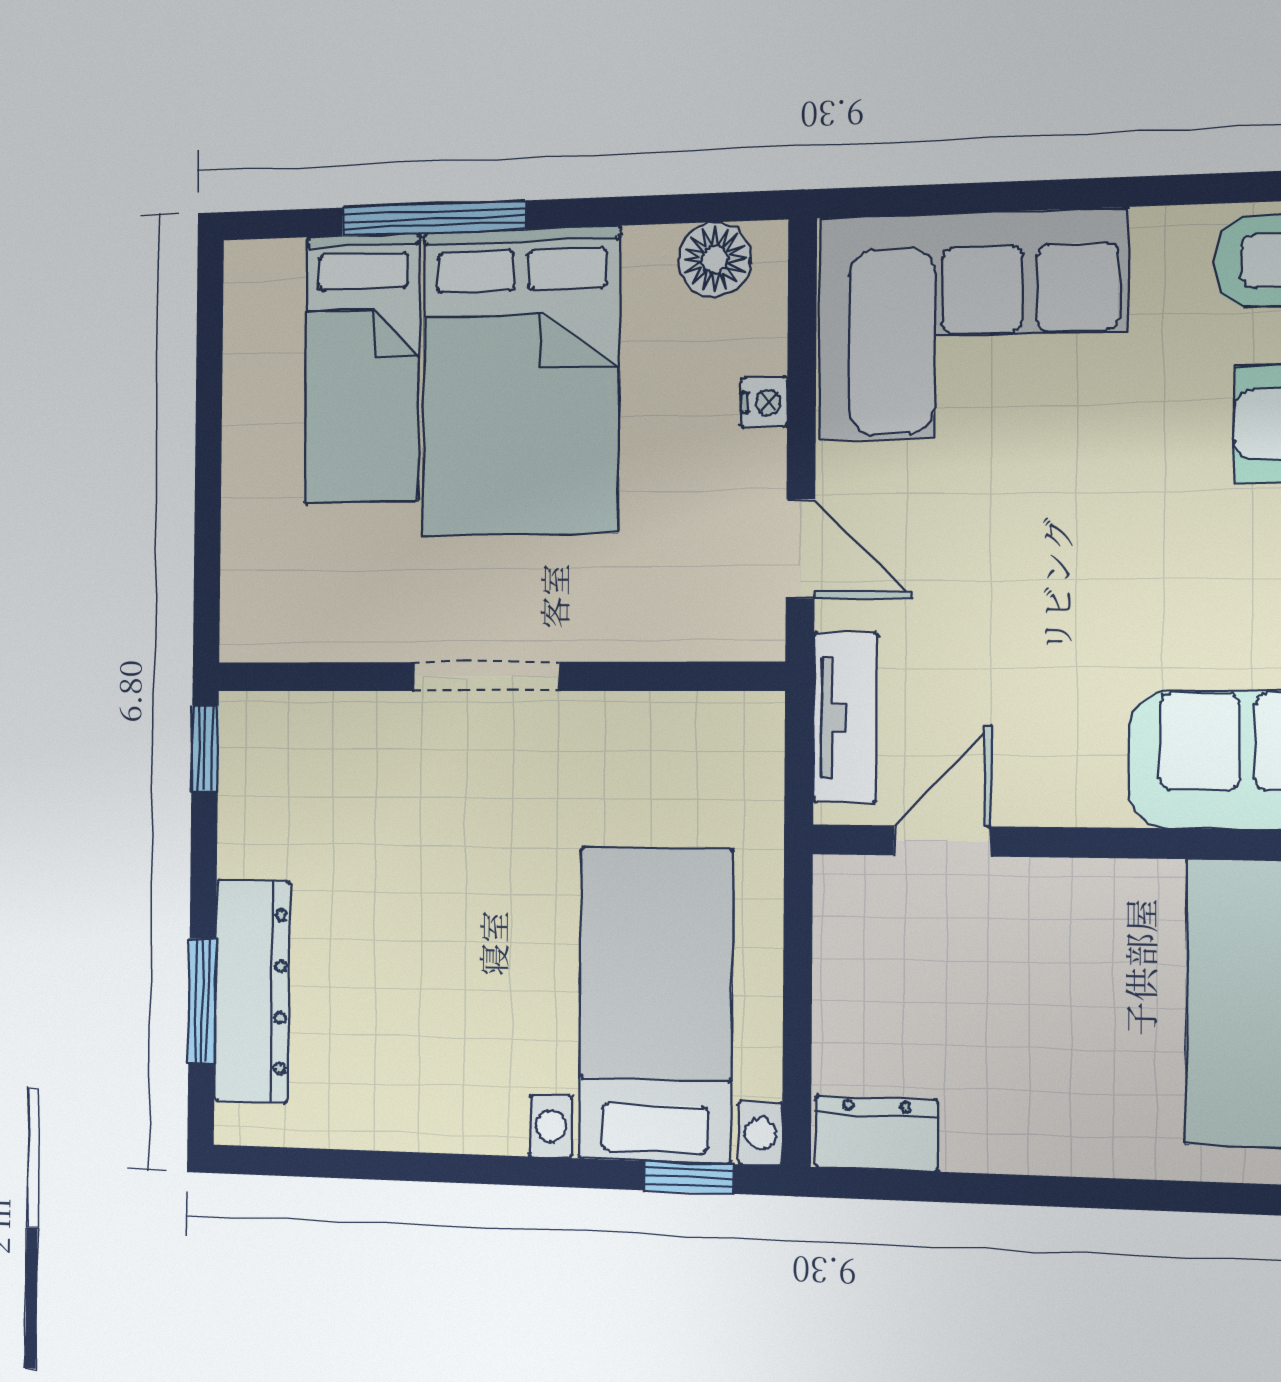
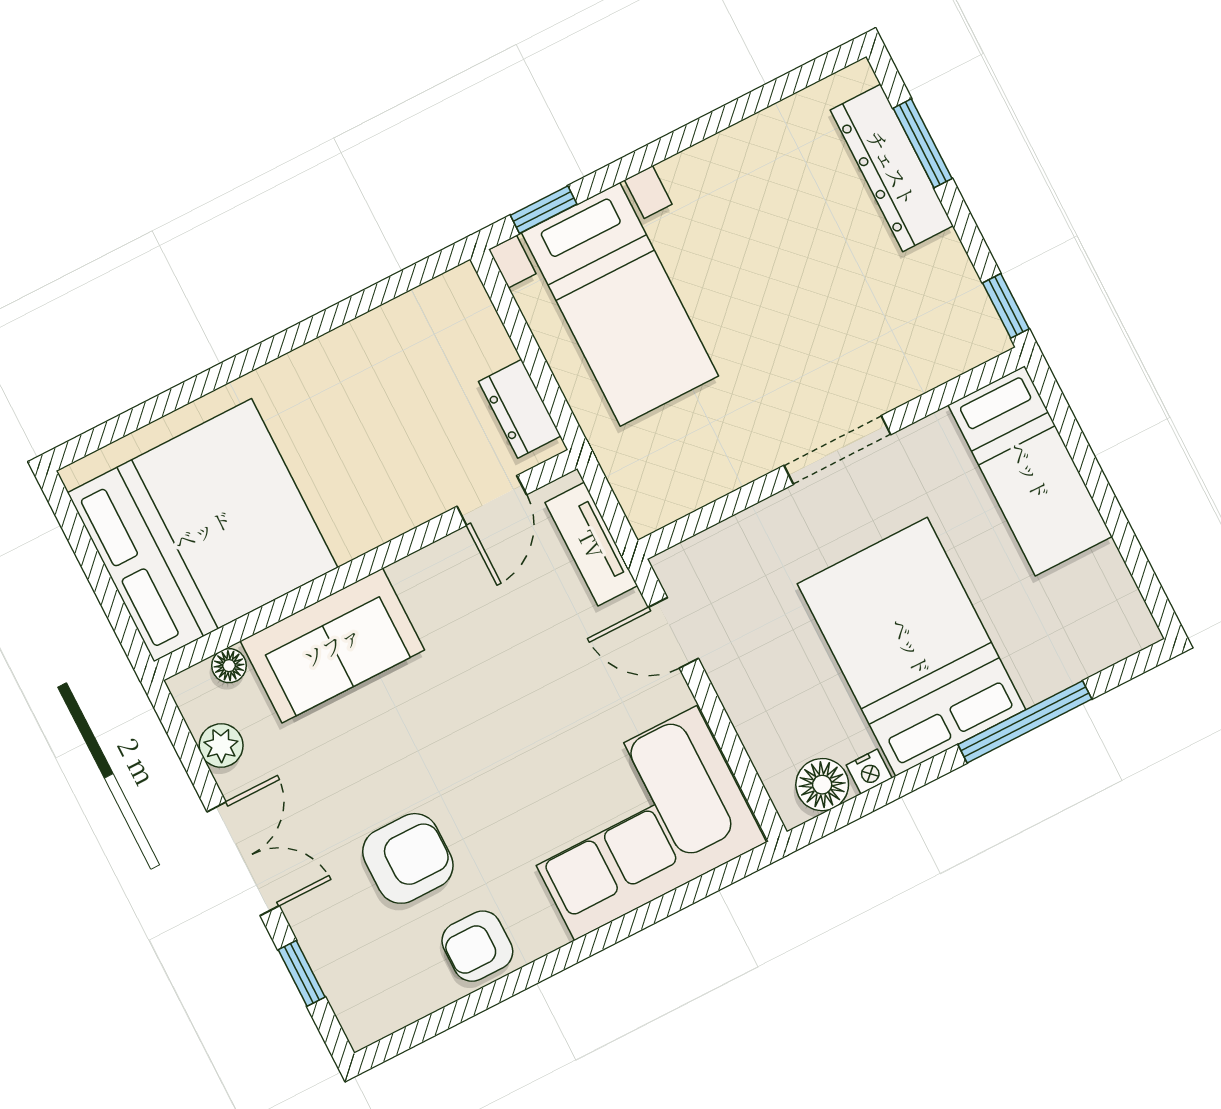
bed: (362, 369) -> (1030, 471), moved, turned 180
nightstand: (764, 402) -> (869, 772), moved, turned -90
dresser: (877, 1134) -> (520, 409), moved, turned 90

